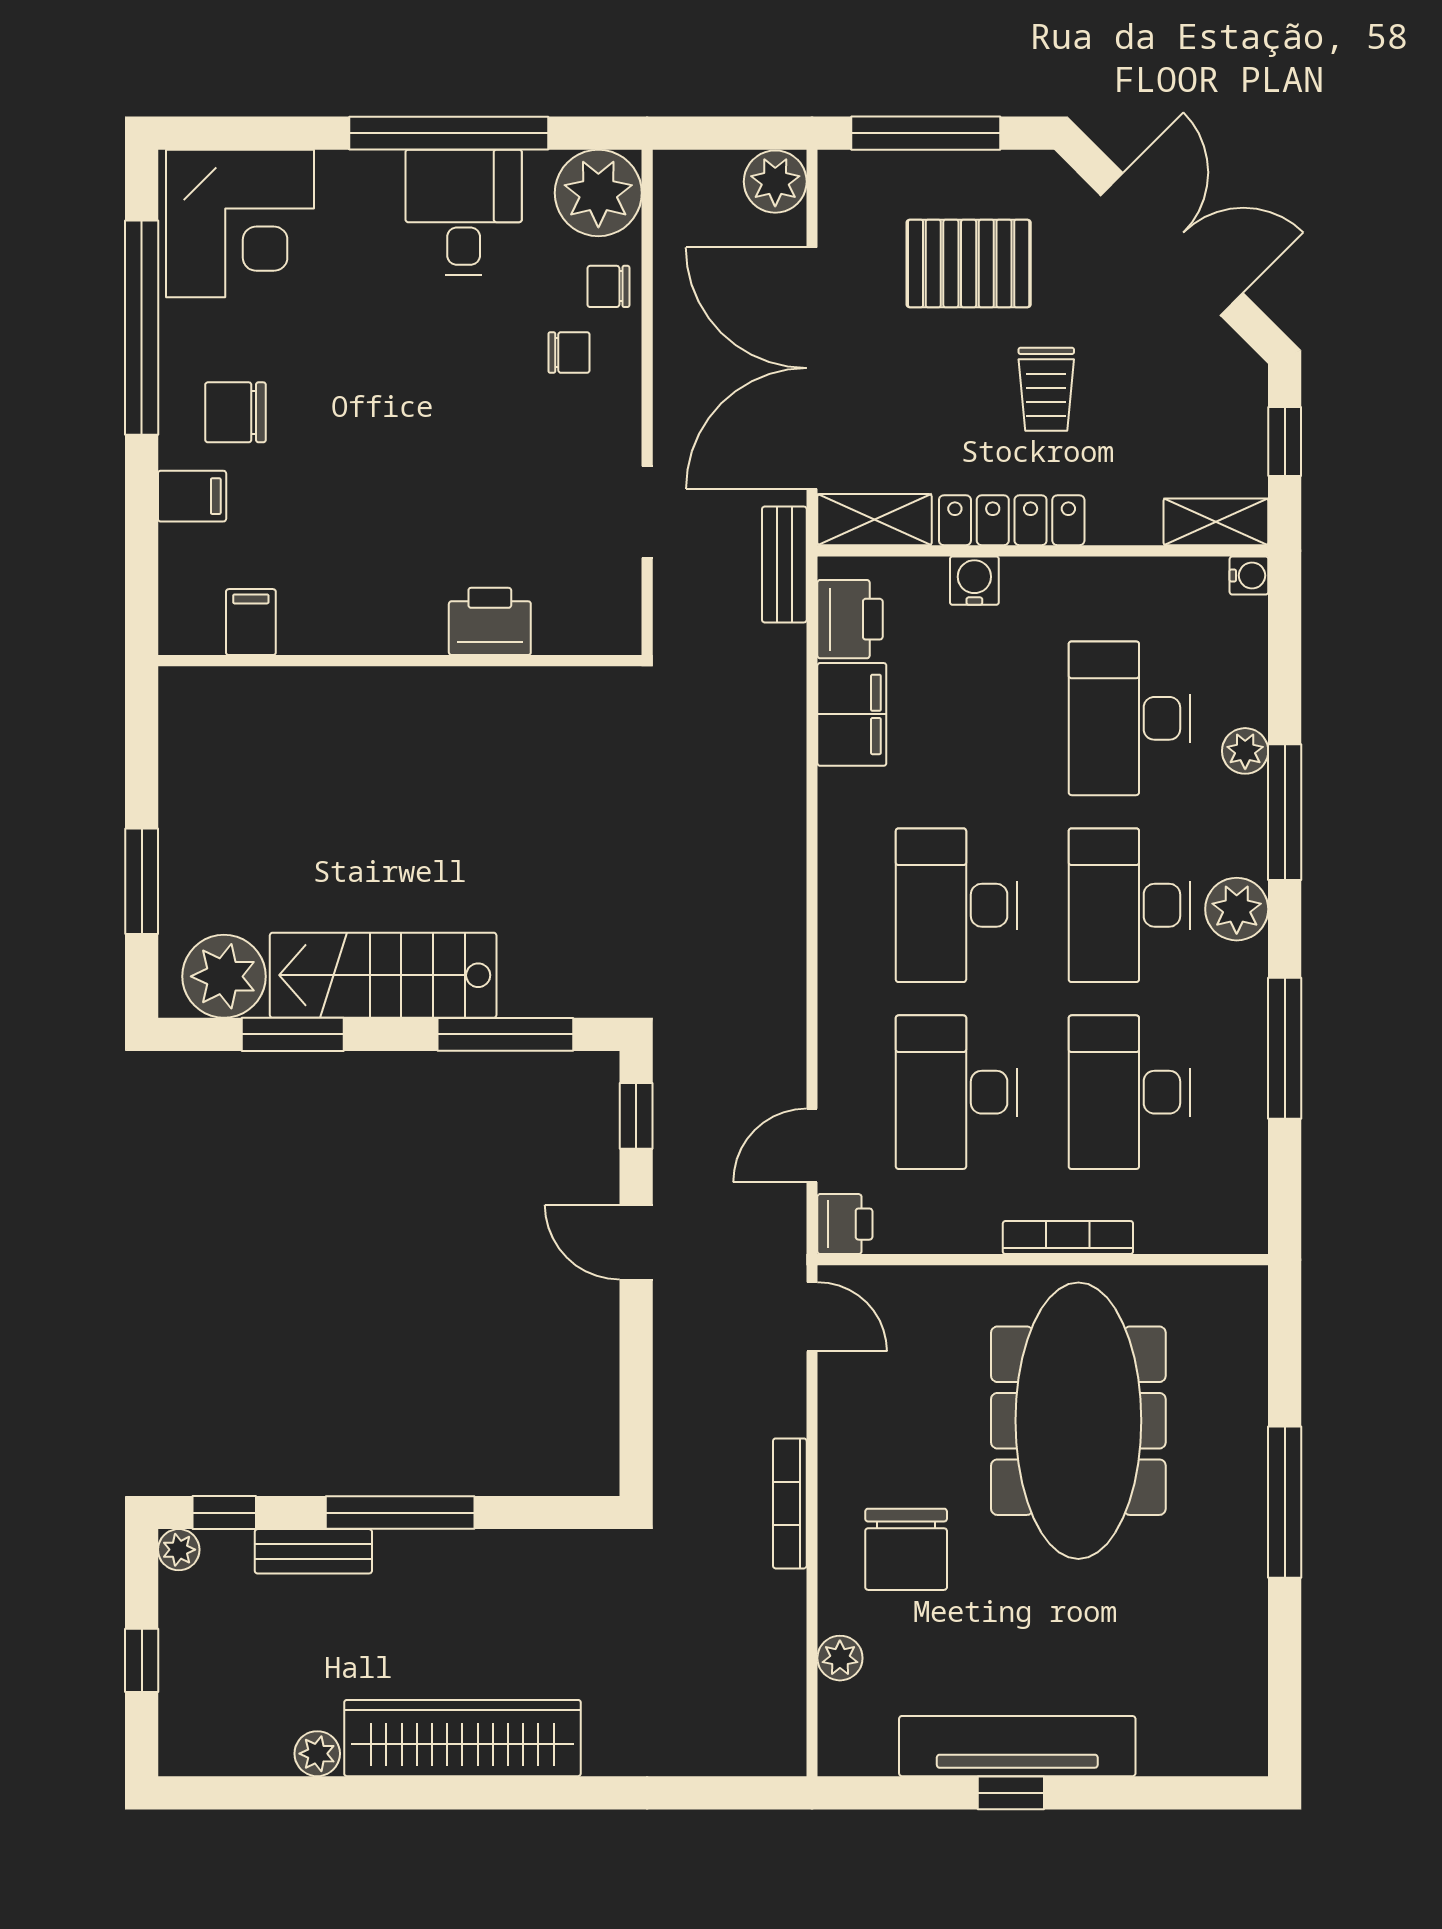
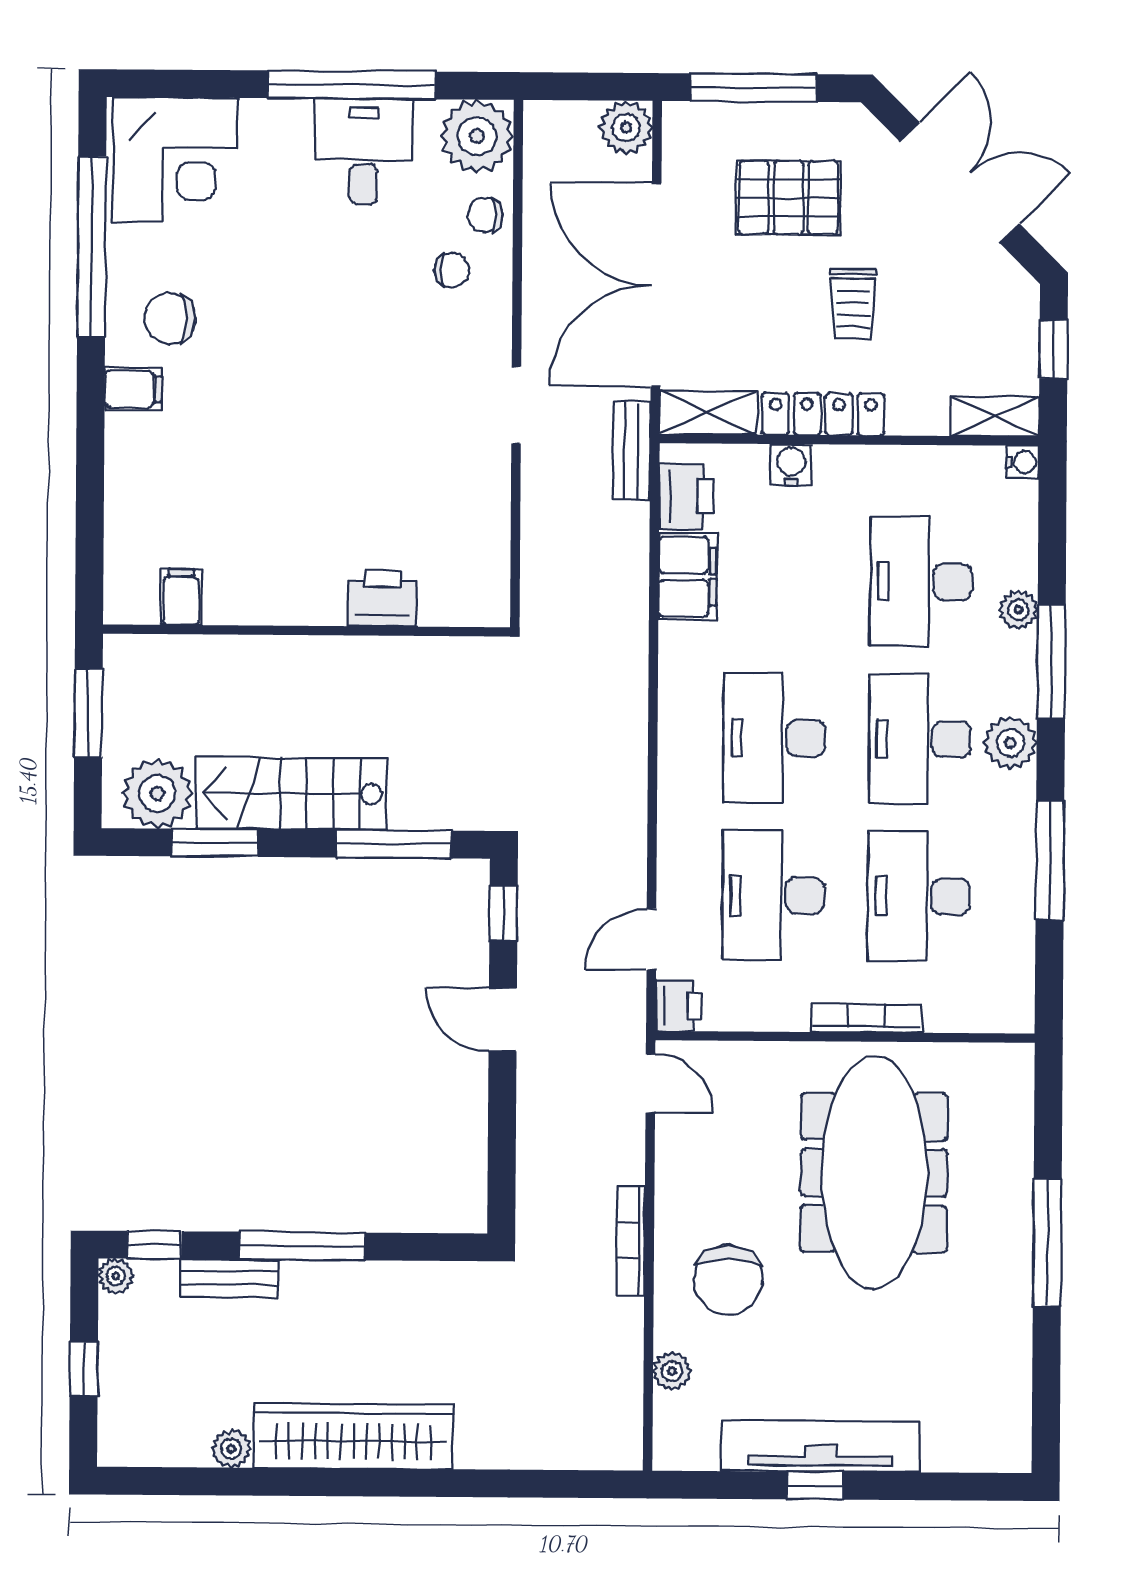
printer: (490, 621) -> (382, 598), moved
filing cabinet: (251, 622) -> (181, 597), moved
wall: (400, 661) -> (306, 631), moved

